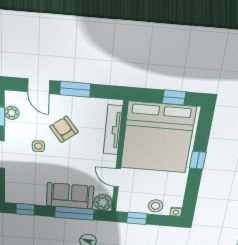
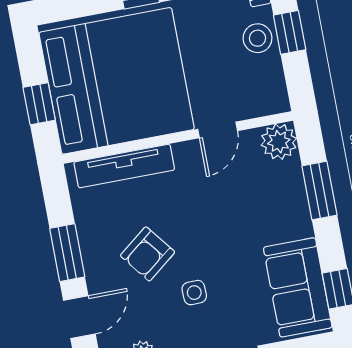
window: (174, 98) -> (39, 104), moved
sofa: (70, 196) -> (298, 287), moved
window: (74, 213) -> (319, 190), width x0.69
window: (137, 218) -> (290, 32), moved

